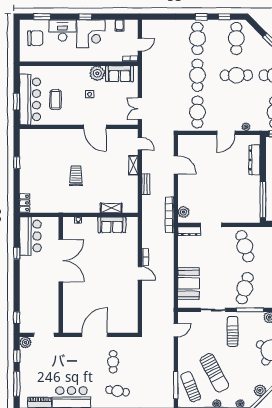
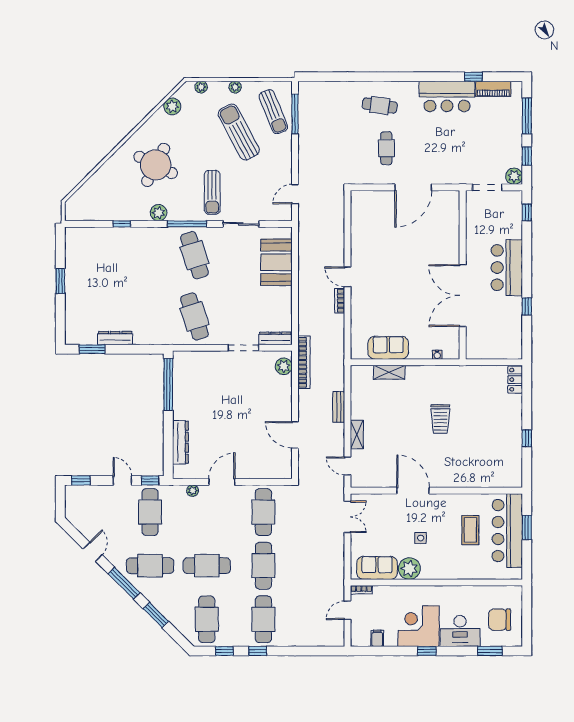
bar counter: (30, 236) -> (507, 268), moved
cafe table: (245, 288) -> (194, 255), turned -33

